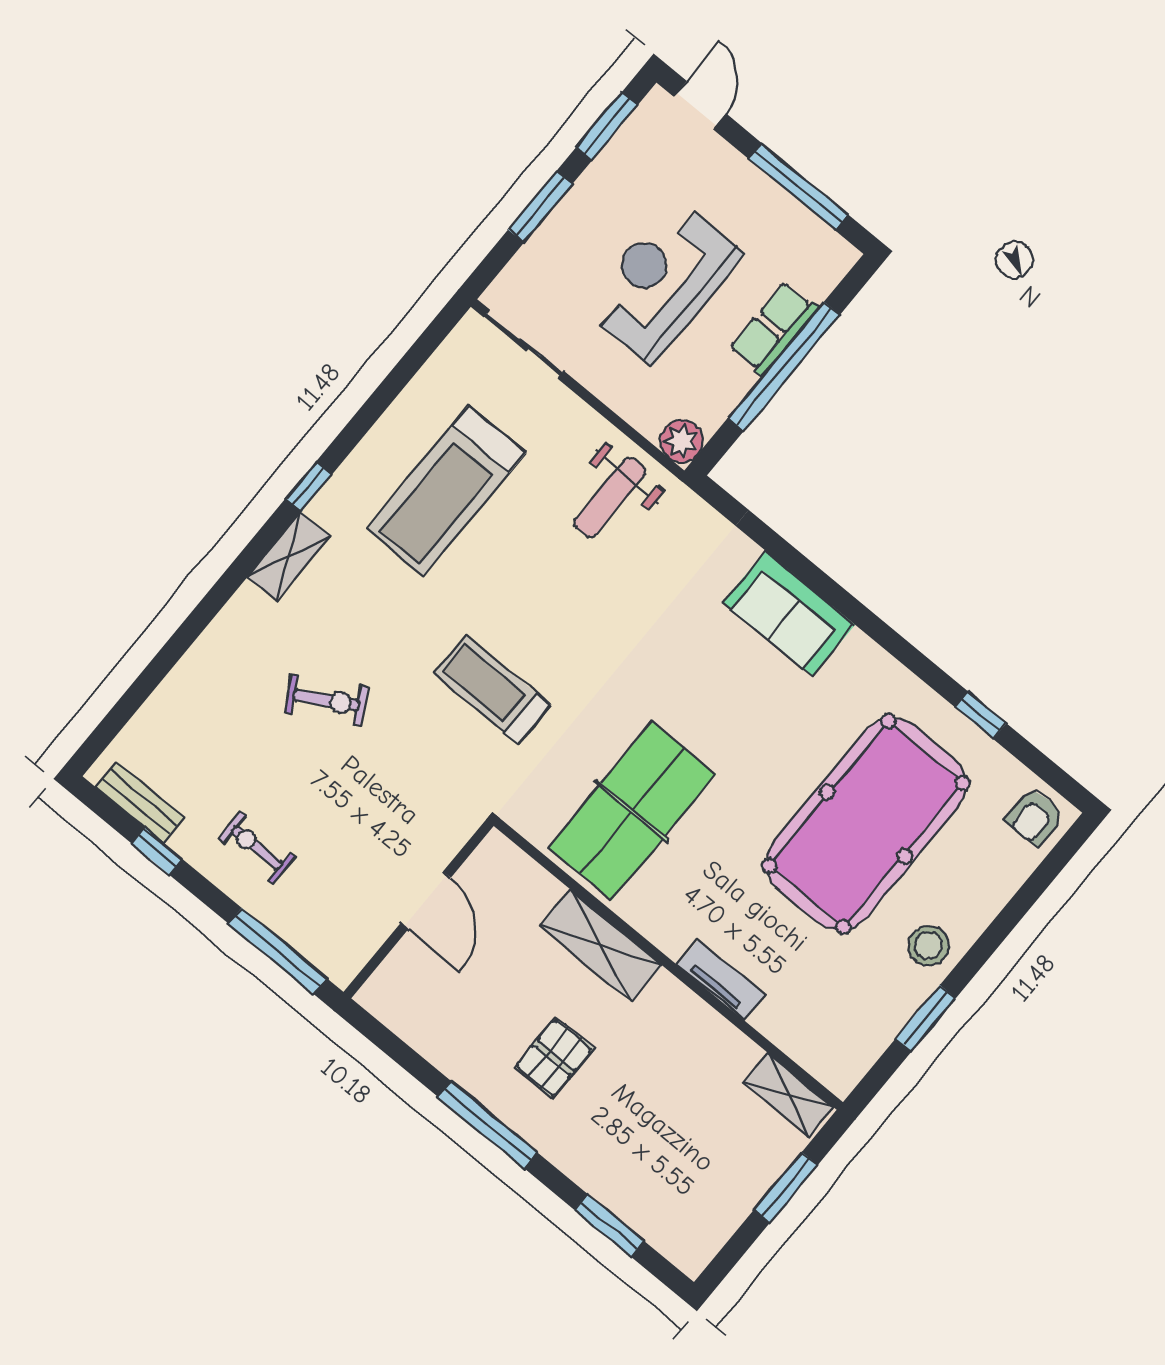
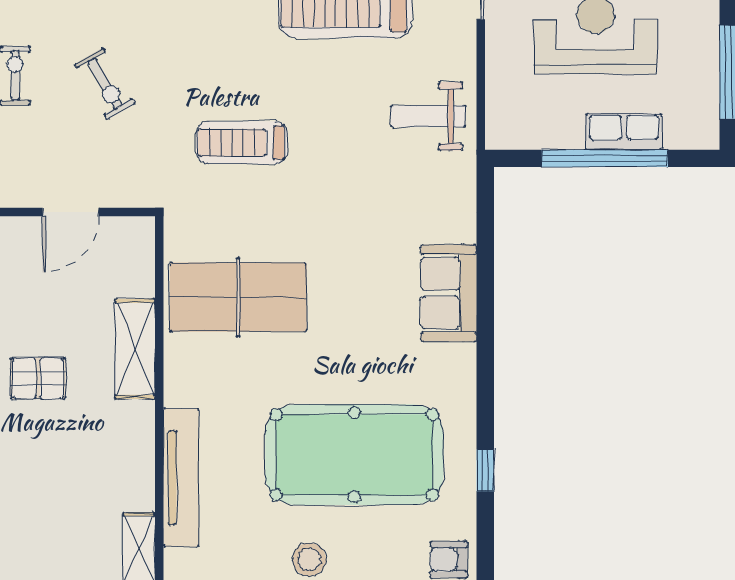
plant: (682, 441) -> (503, 132), removed
treadmill: (492, 690) -> (242, 143), turned -90
exercise bike: (326, 700) -> (105, 84), moved
tv unit: (721, 980) -> (181, 478), width x1.92, depth x1.29

